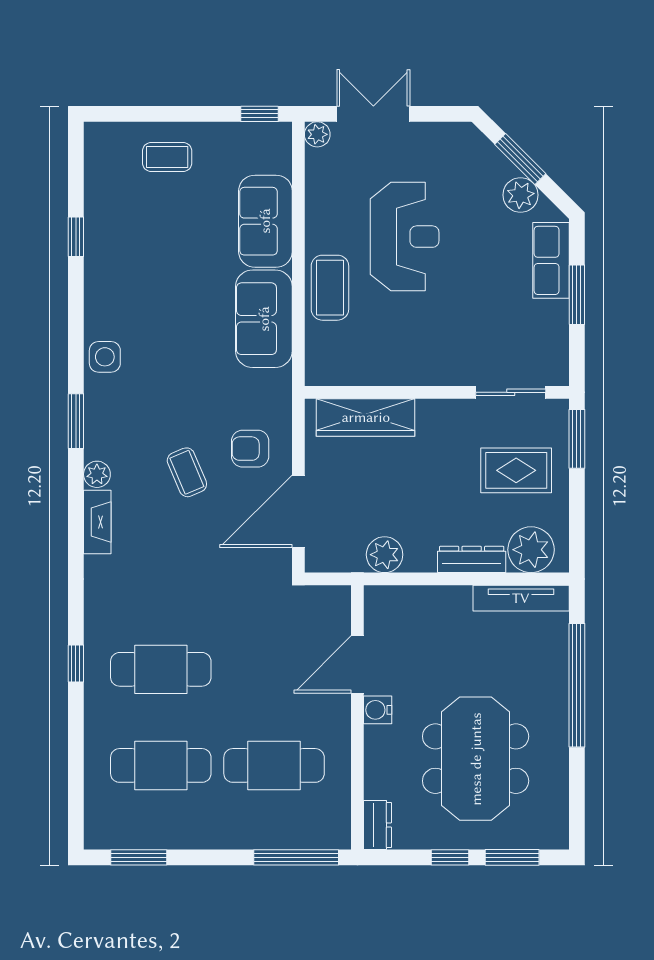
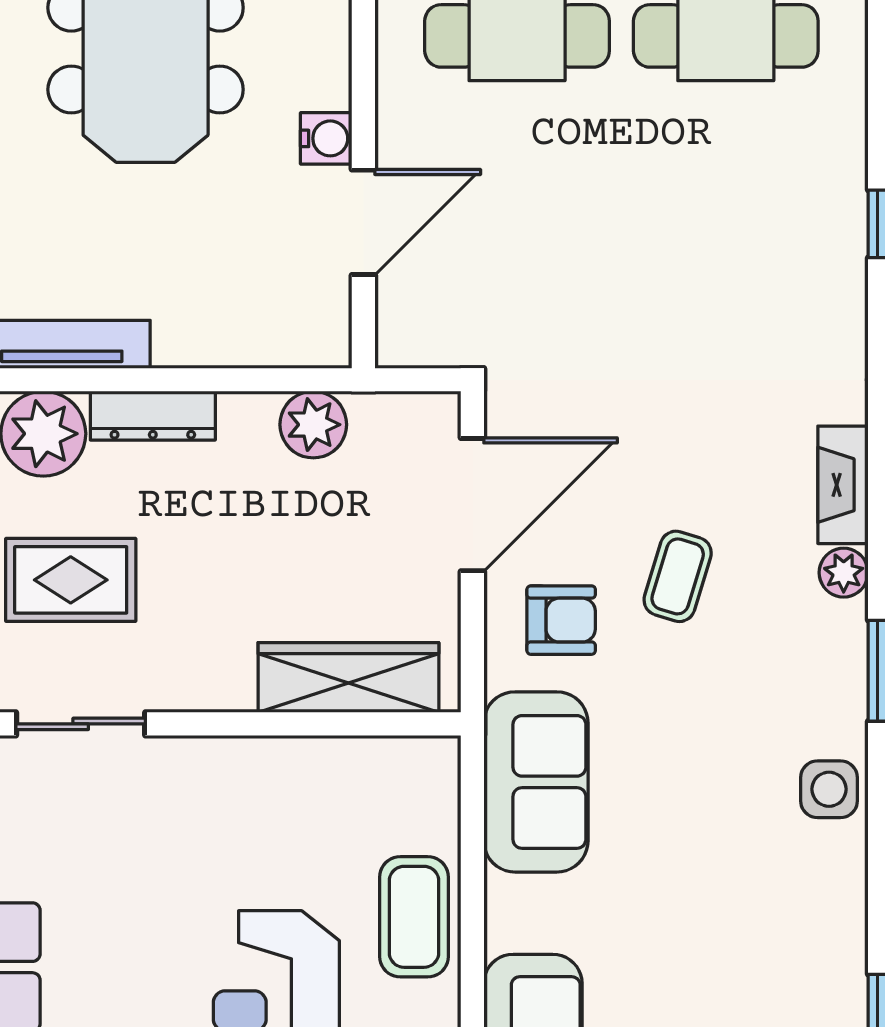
sofa: (264, 319) -> (536, 782), moved
coffee table: (187, 472) -> (678, 576), turned 40
cafe table: (161, 669) -> (726, 213), removed

